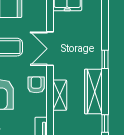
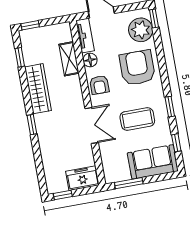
shelving: (60, 95) -> (69, 59), moved
floor lamp: (41, 109) -> (90, 60), added

